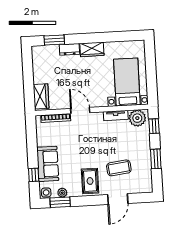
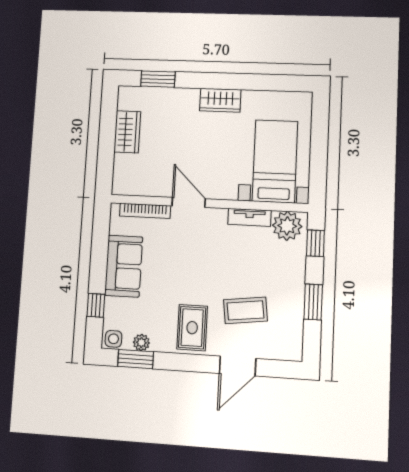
dresser: (69, 49) -> (182, 97), removed
wardrobe: (41, 96) -> (127, 132), moved
sofa: (48, 164) -> (124, 266), moved

